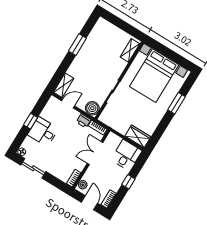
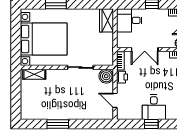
shelving: (64, 85) -> (101, 114), removed

